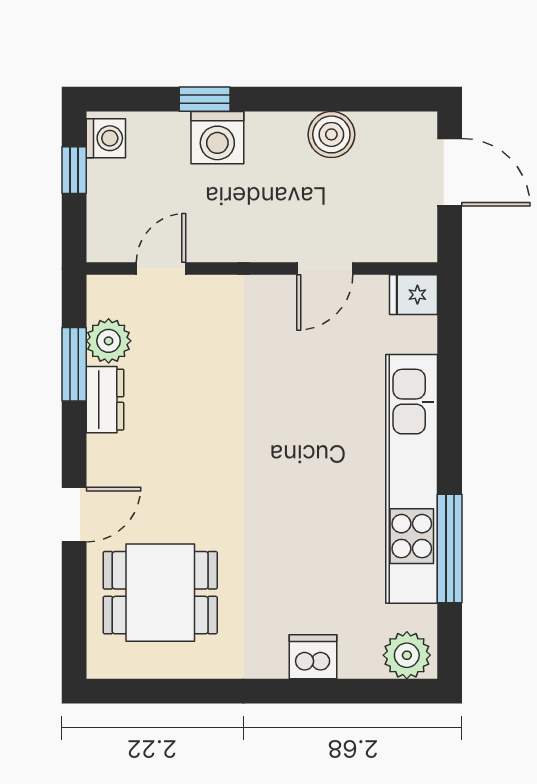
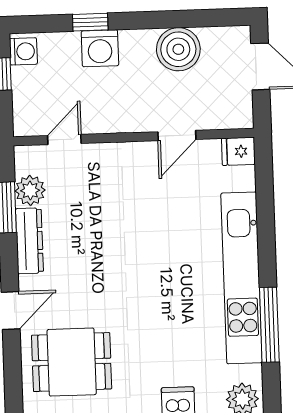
boiler: (331, 134) -> (178, 49), width x1.37, depth x1.37
dresser: (105, 400) -> (29, 241), width x1.44

